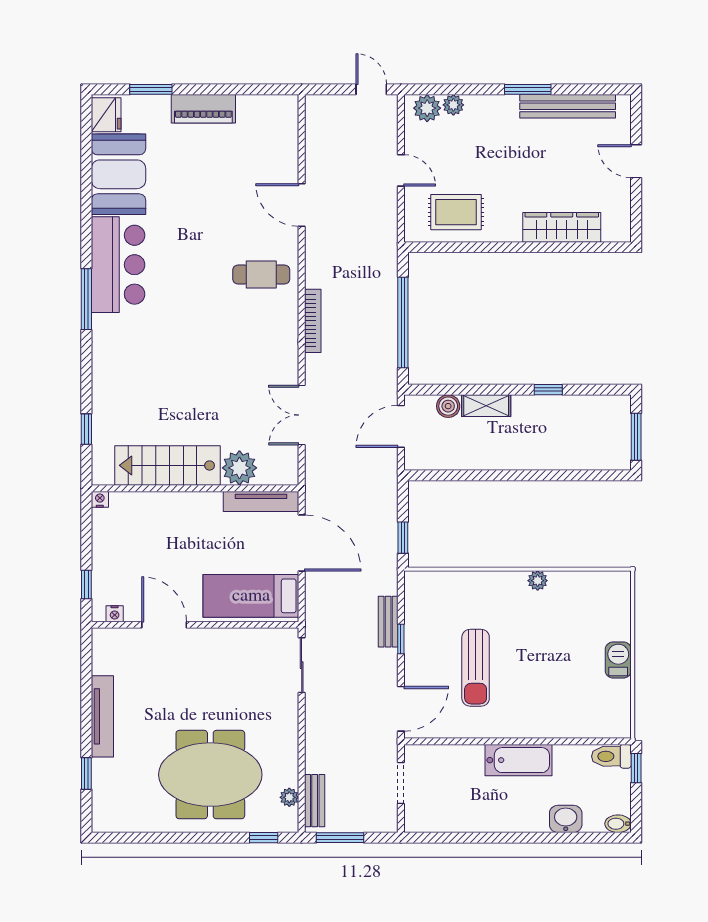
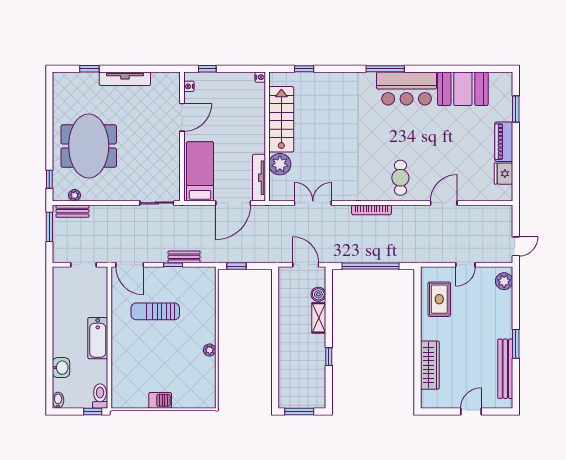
plant: (453, 105) -> (506, 298), removed
fridge: (106, 115) -> (503, 174), moved, turned 90

